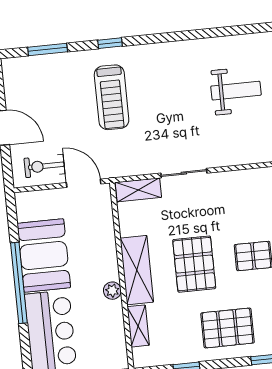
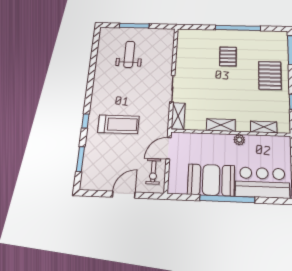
pallet: (194, 264) -> (229, 89), removed
shelving: (137, 270) -> (221, 125), width x0.67, depth x0.75

